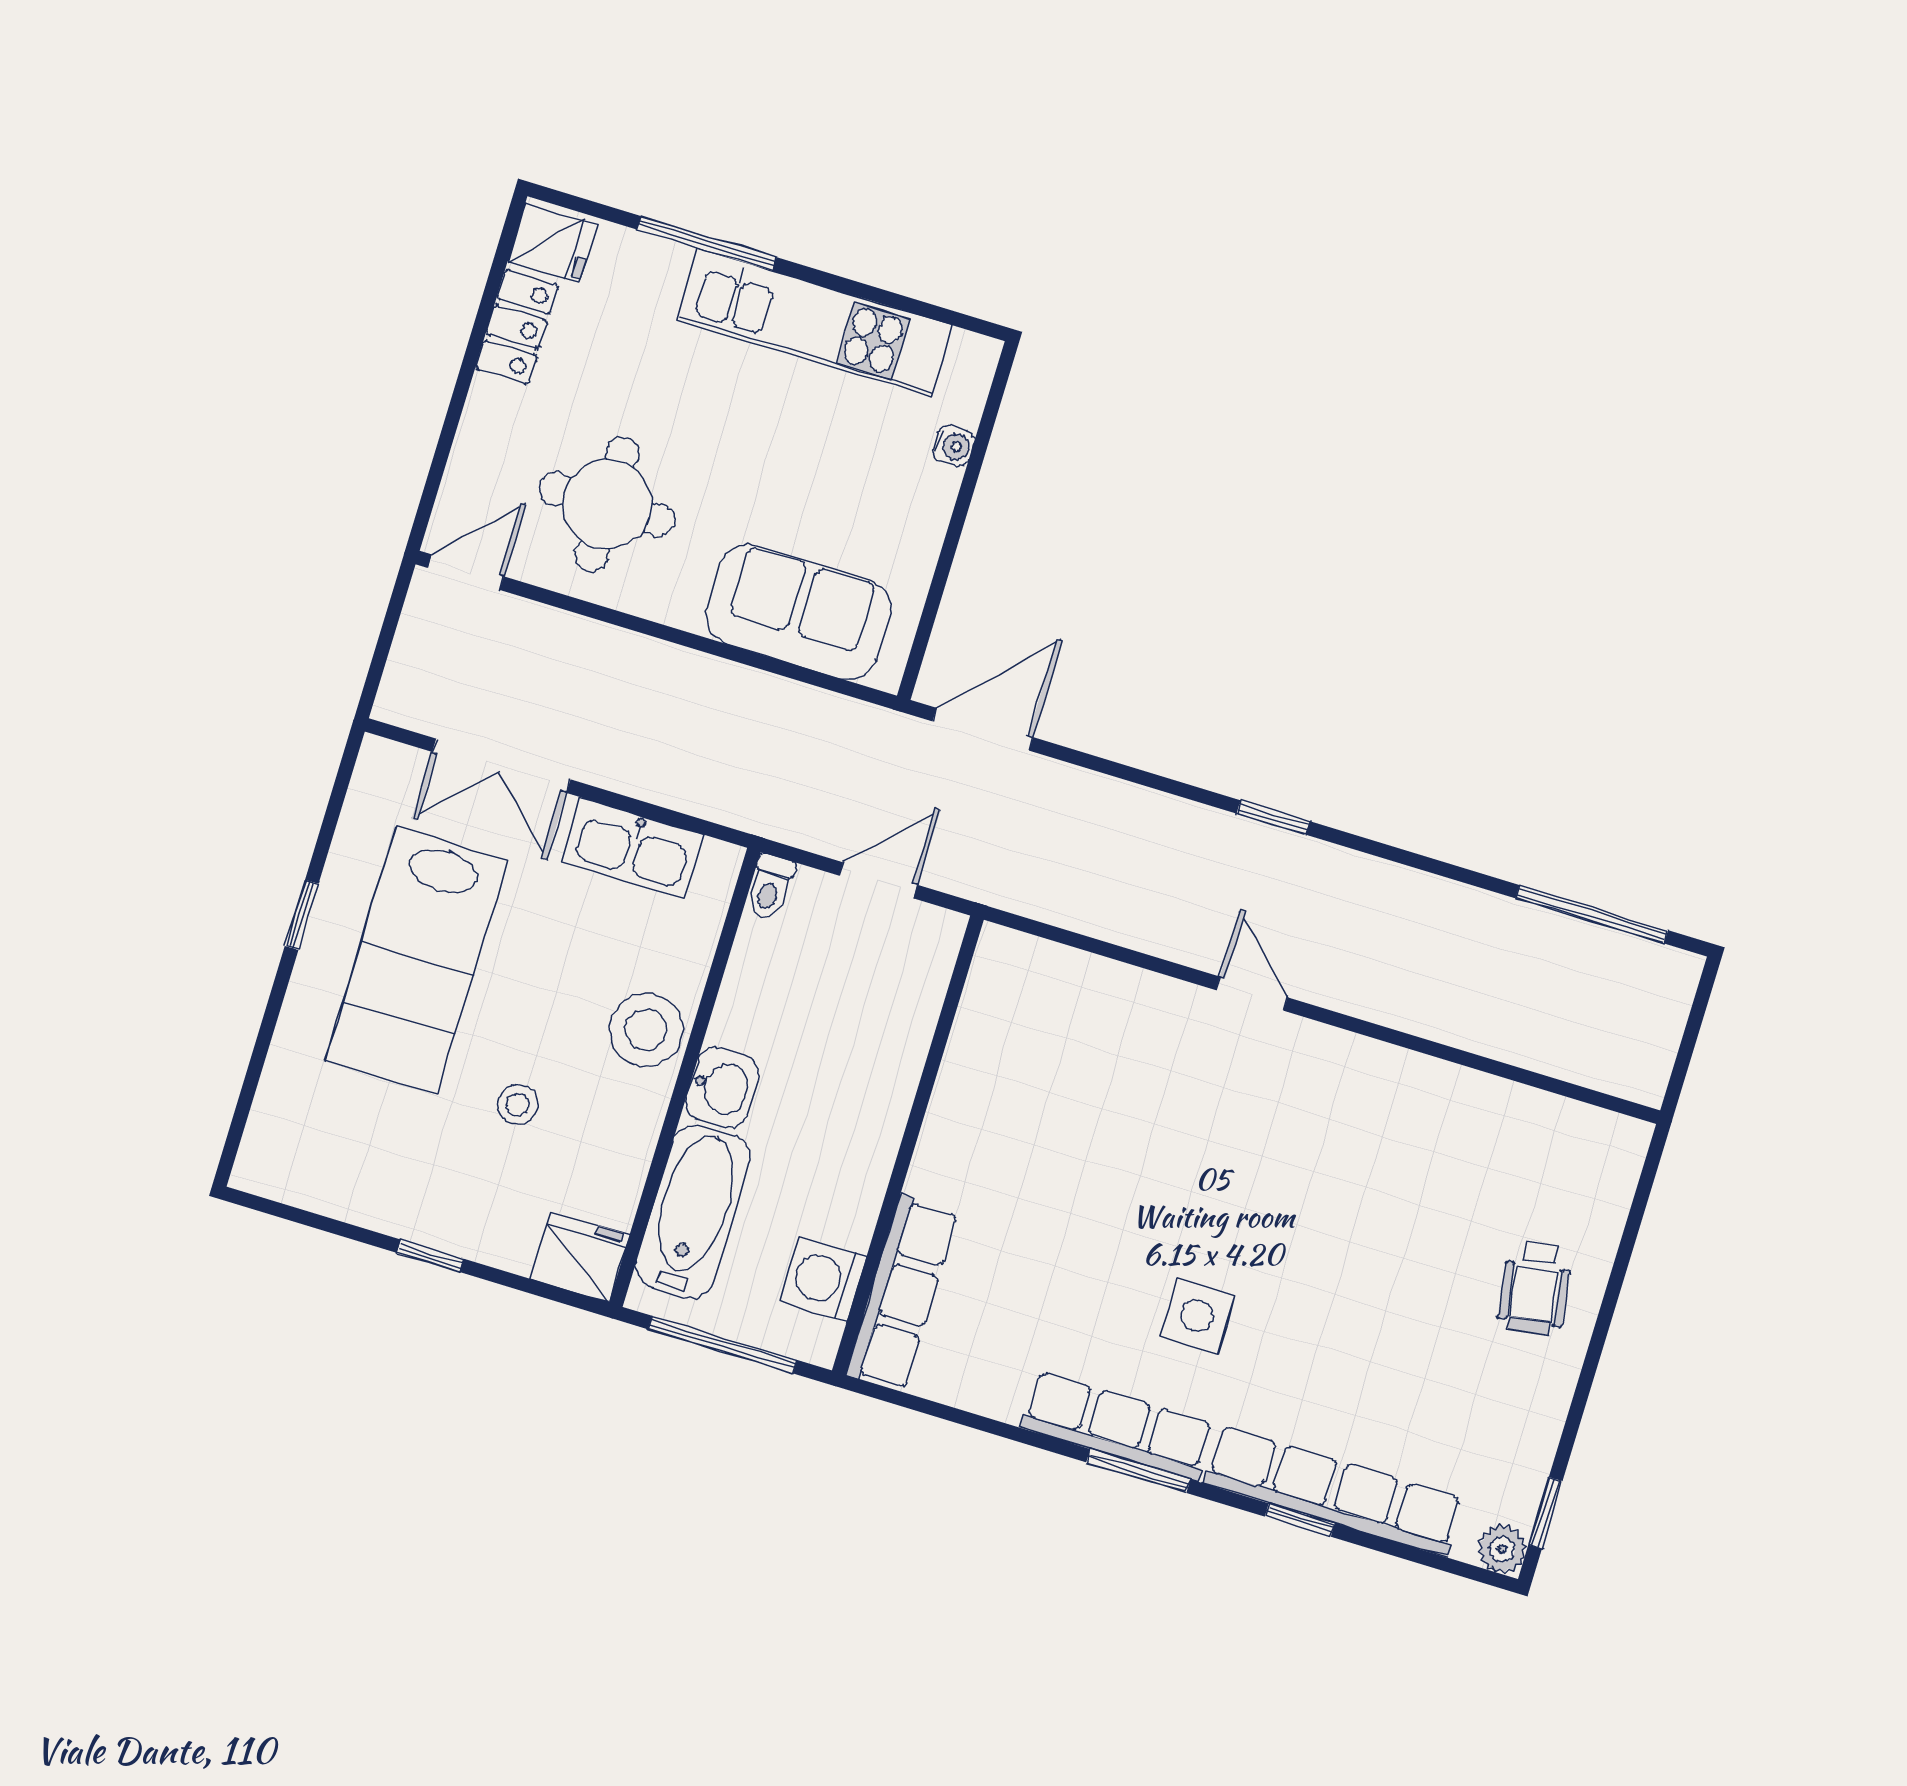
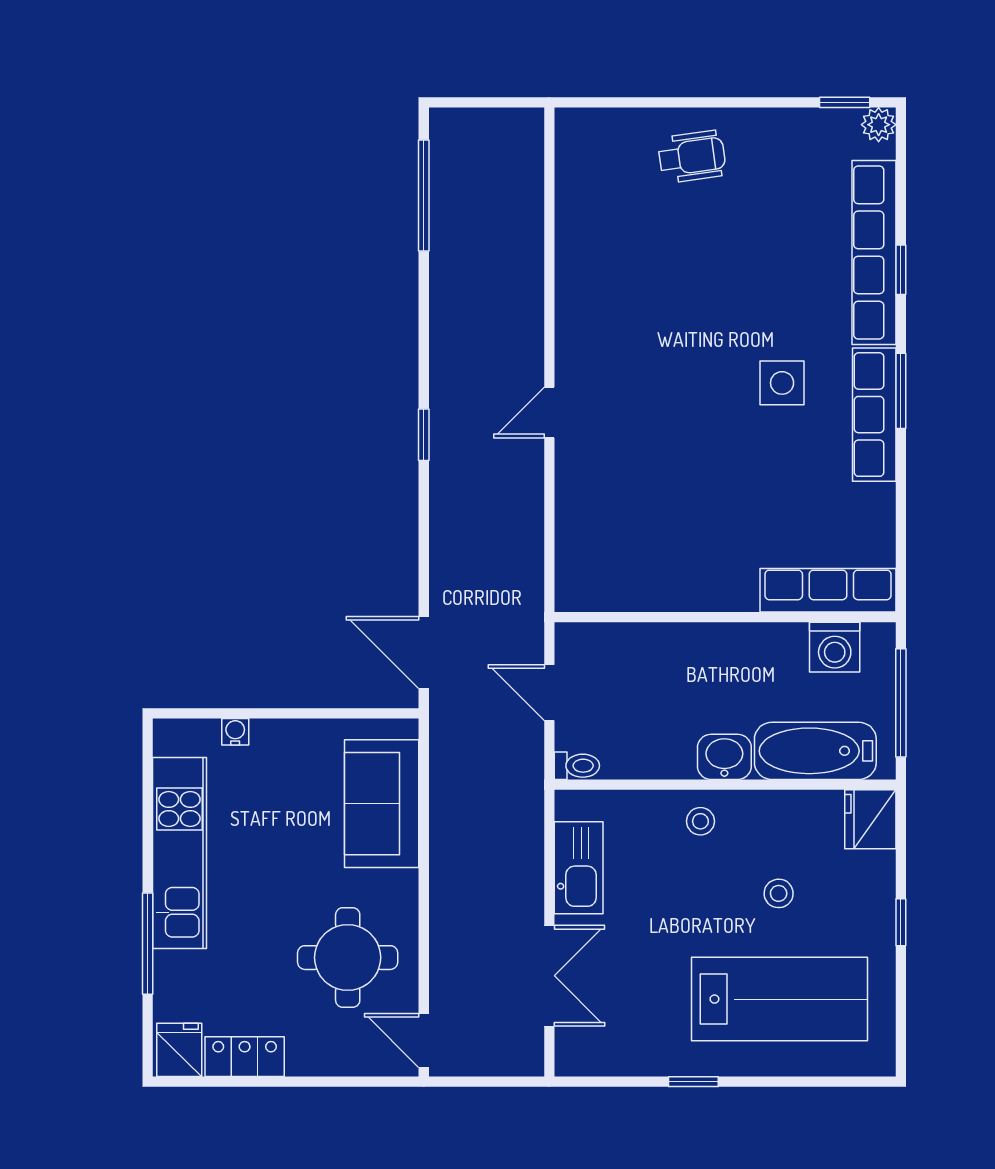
lab bench: (416, 960) -> (780, 999), moved
stool: (646, 1030) -> (700, 821), width x0.53, depth x0.53

